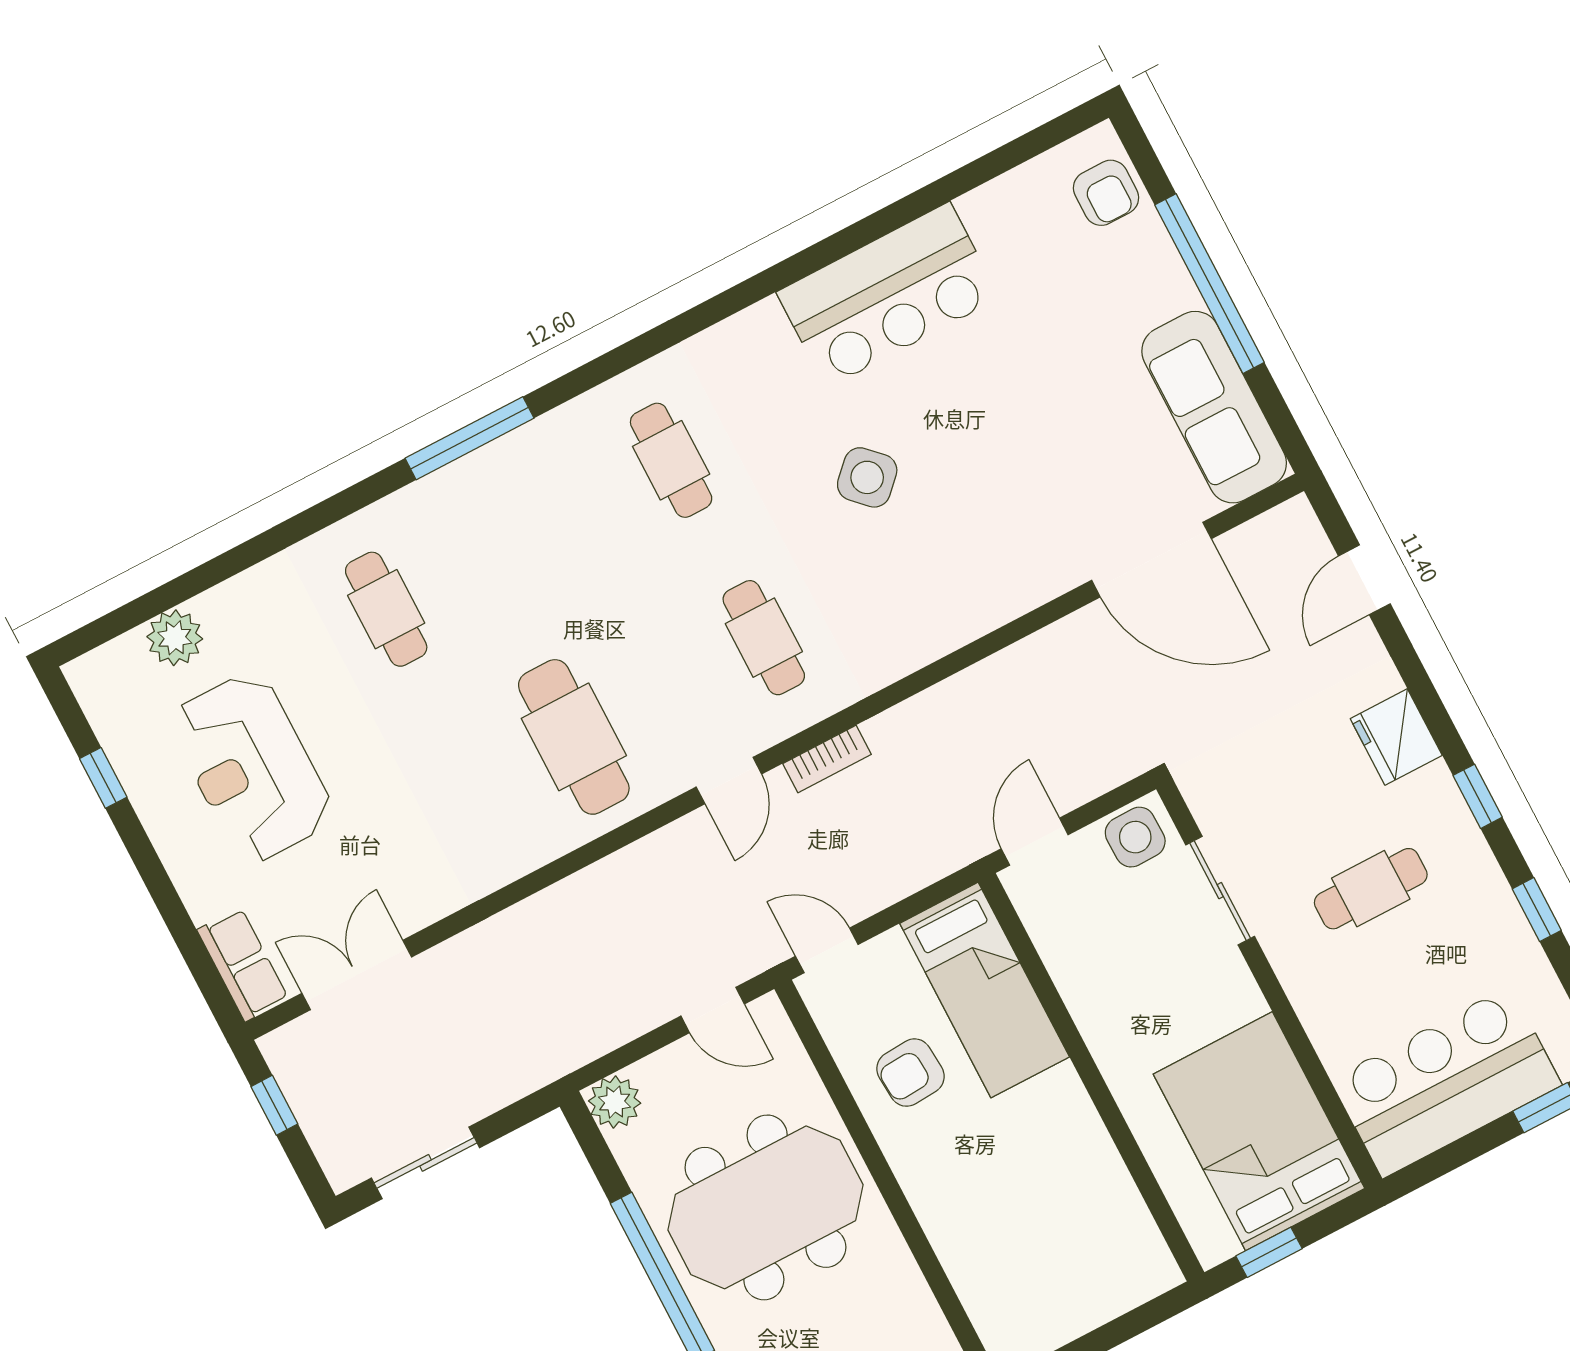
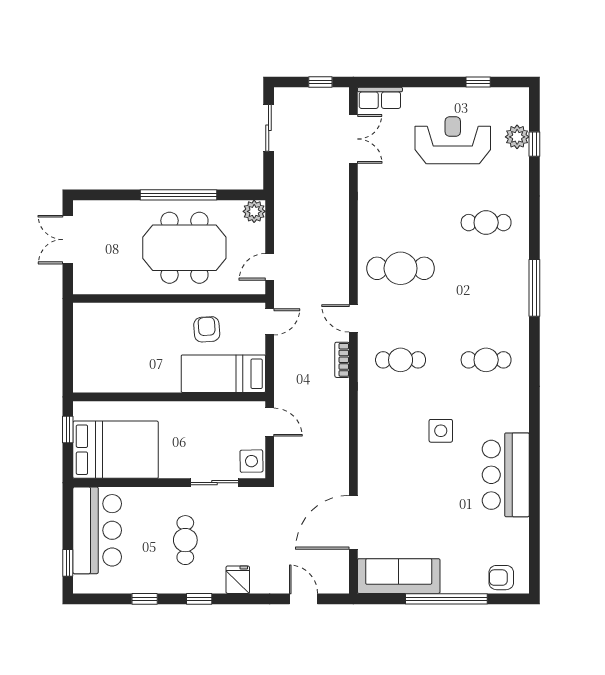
side table: (867, 477) -> (441, 431), turned 45
window: (171, 594) -> (534, 144), added
fridge: (1396, 737) -> (238, 580), width x0.72
meeting table: (765, 1207) -> (184, 248), turned 90

